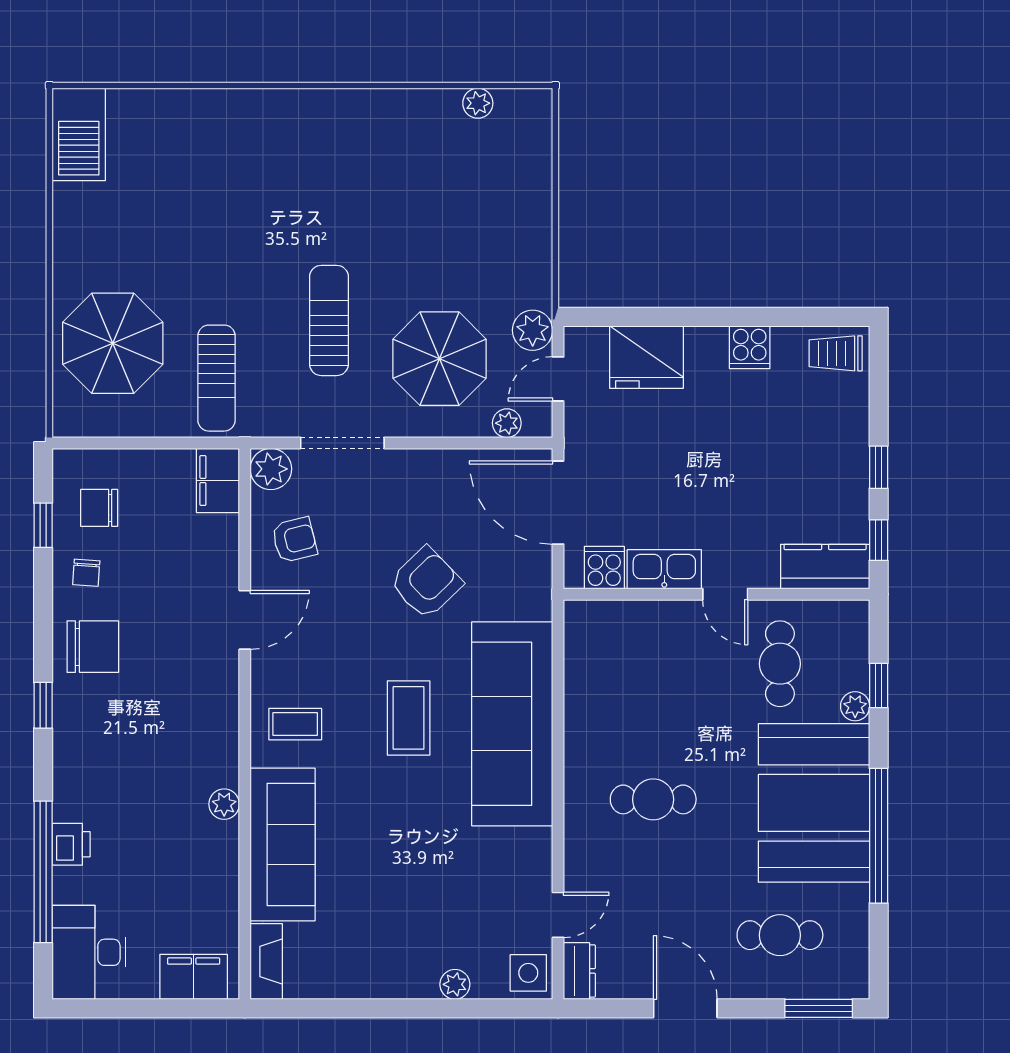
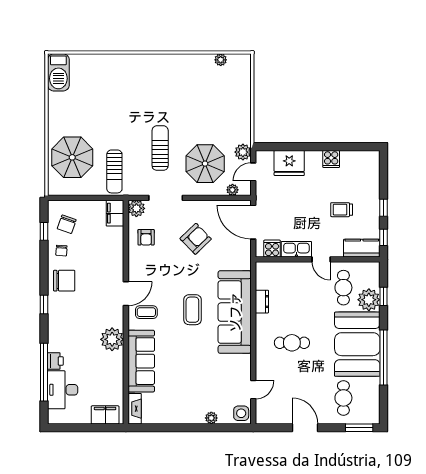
trolley: (836, 353) -> (342, 210), moved
chair: (99, 508) -> (67, 224), turned -71
armchair: (294, 540) -> (146, 237), turned 104
armchair: (426, 583) -> (196, 239), moved
door: (245, 620) -> (126, 294), moved
plant: (855, 706) -> (369, 300), width x1.88, depth x1.88
plant: (224, 804) -> (112, 339), width x1.87, depth x1.87
cafe table: (780, 935) -> (343, 398), turned 90
desk: (89, 952) -> (63, 390), moved
dresser: (579, 971) -> (262, 302), moved

